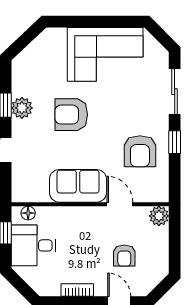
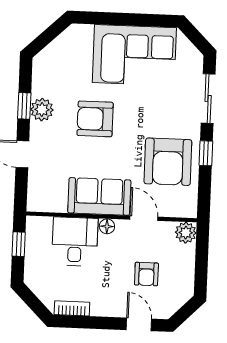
armchair: (140, 151) -> (168, 162), width x1.36, depth x1.36
floor lamp: (28, 213) -> (107, 226), moved
desk: (33, 245) -> (75, 241), moved, turned 90
bookcase: (77, 290) -> (72, 308), moved

